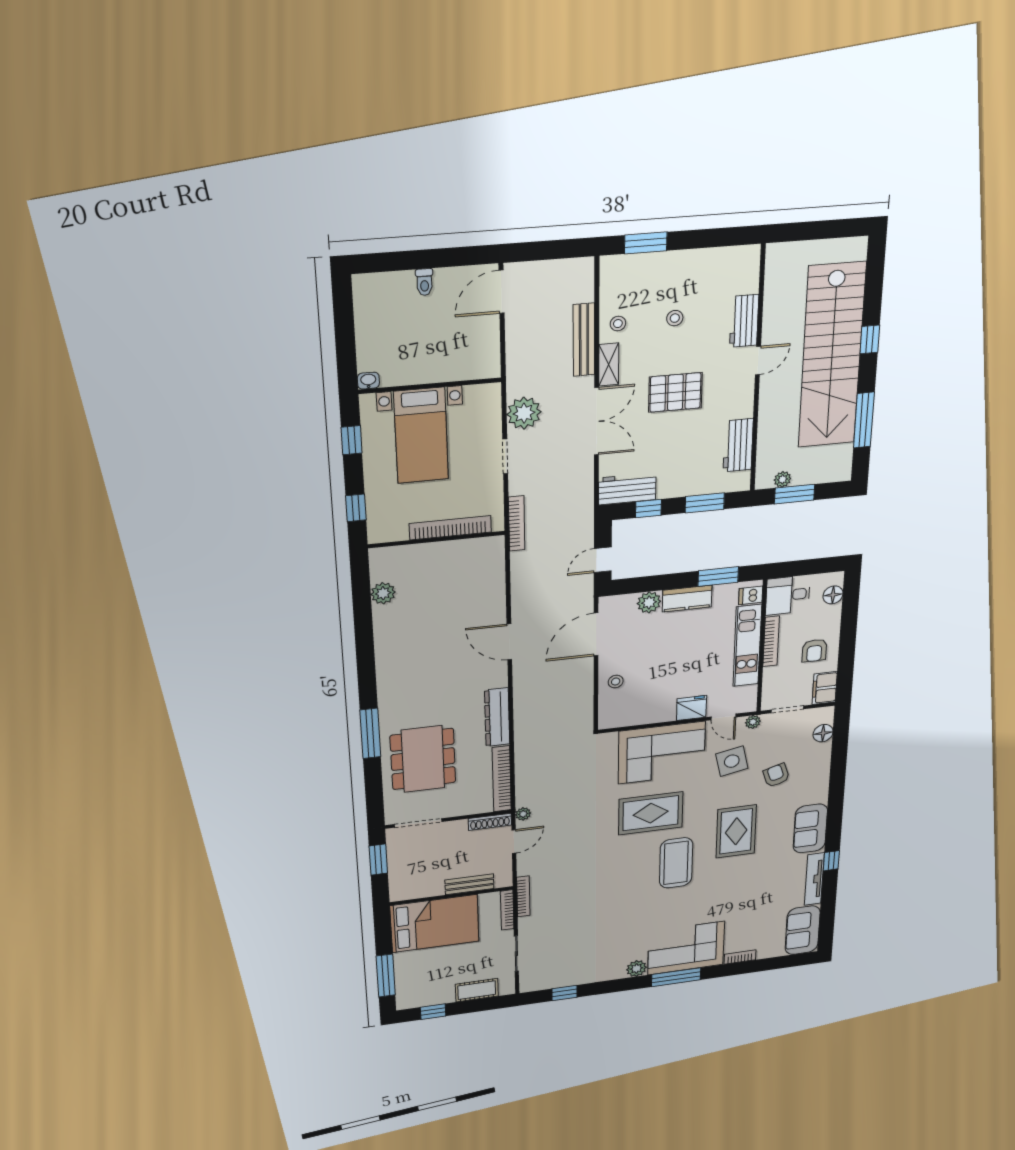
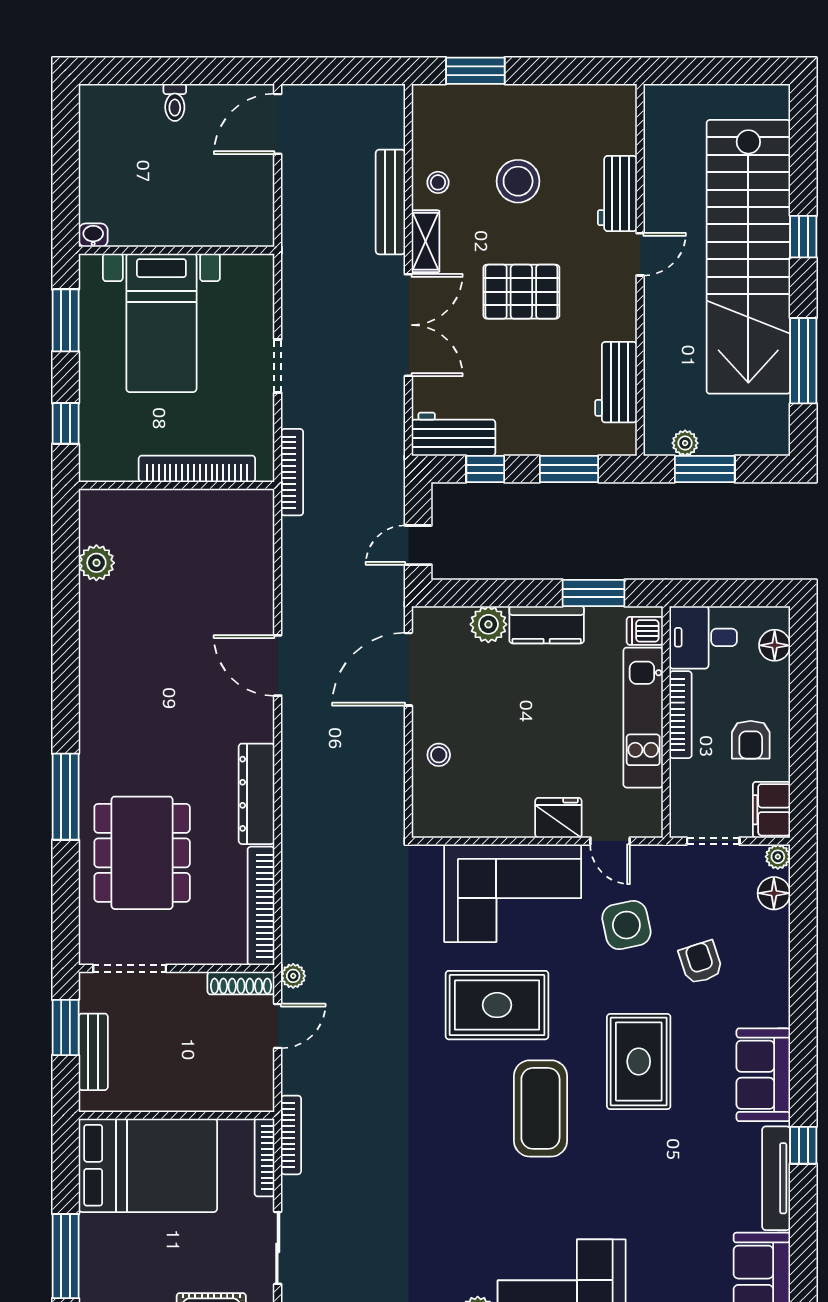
stool: (675, 318) -> (518, 181), width x1.89, depth x1.89
plant: (524, 413) -> (305, 303), removed
window: (352, 440) -> (66, 320), width x1.50
plant: (753, 722) -> (778, 857), moved
bench: (469, 884) -> (93, 1052), moved, turned 90

